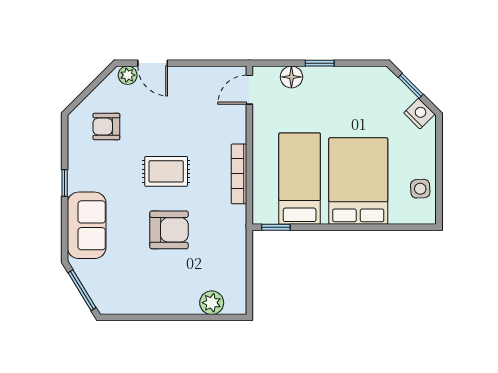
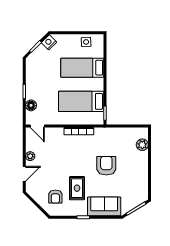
plant: (128, 75) -> (30, 156), moved
rug: (166, 171) -> (77, 188), moved
bed: (358, 181) -> (82, 68), width x0.67

